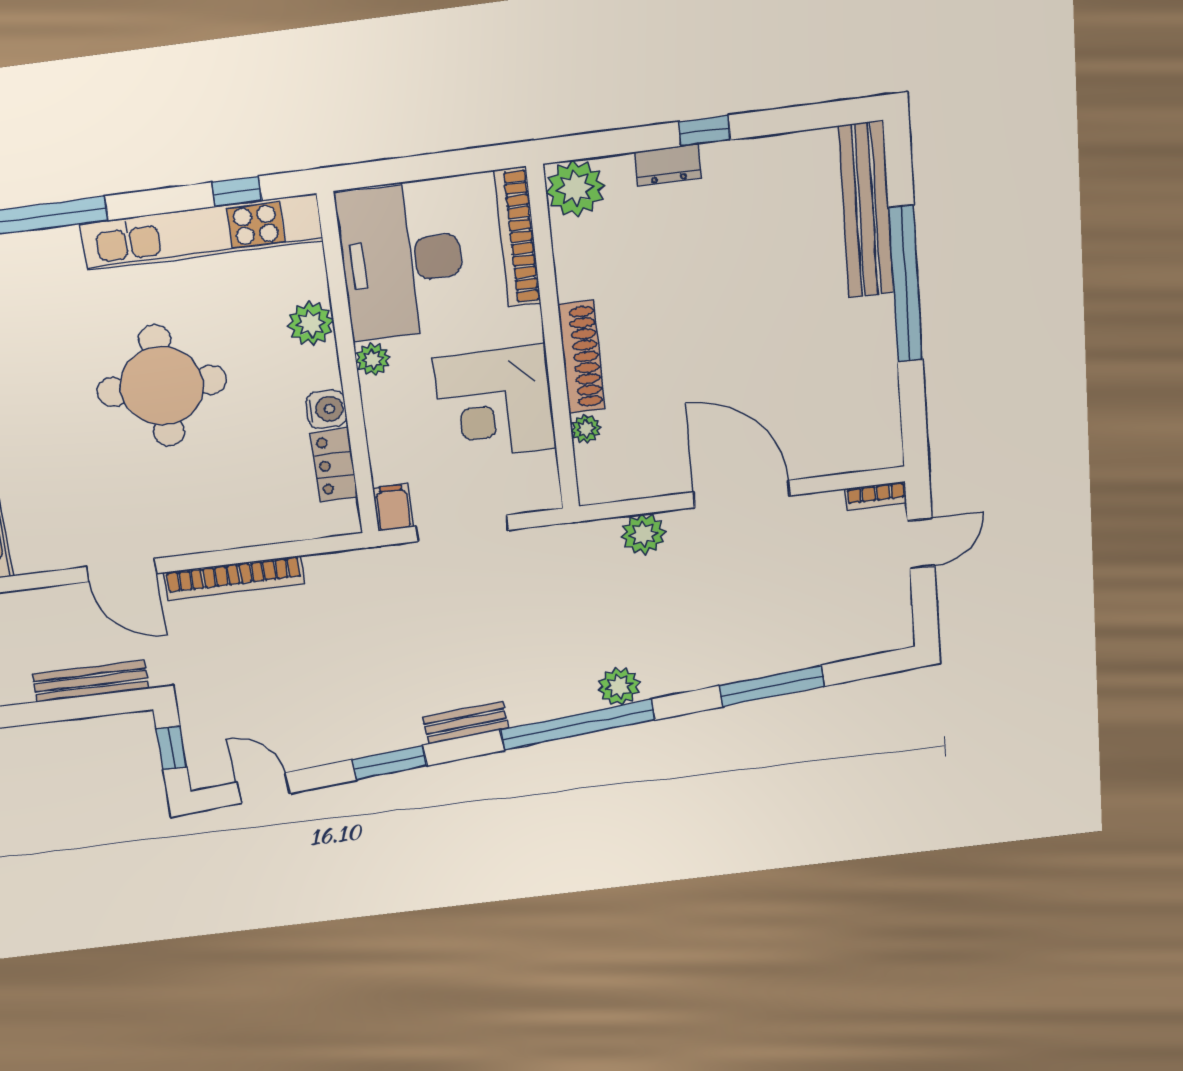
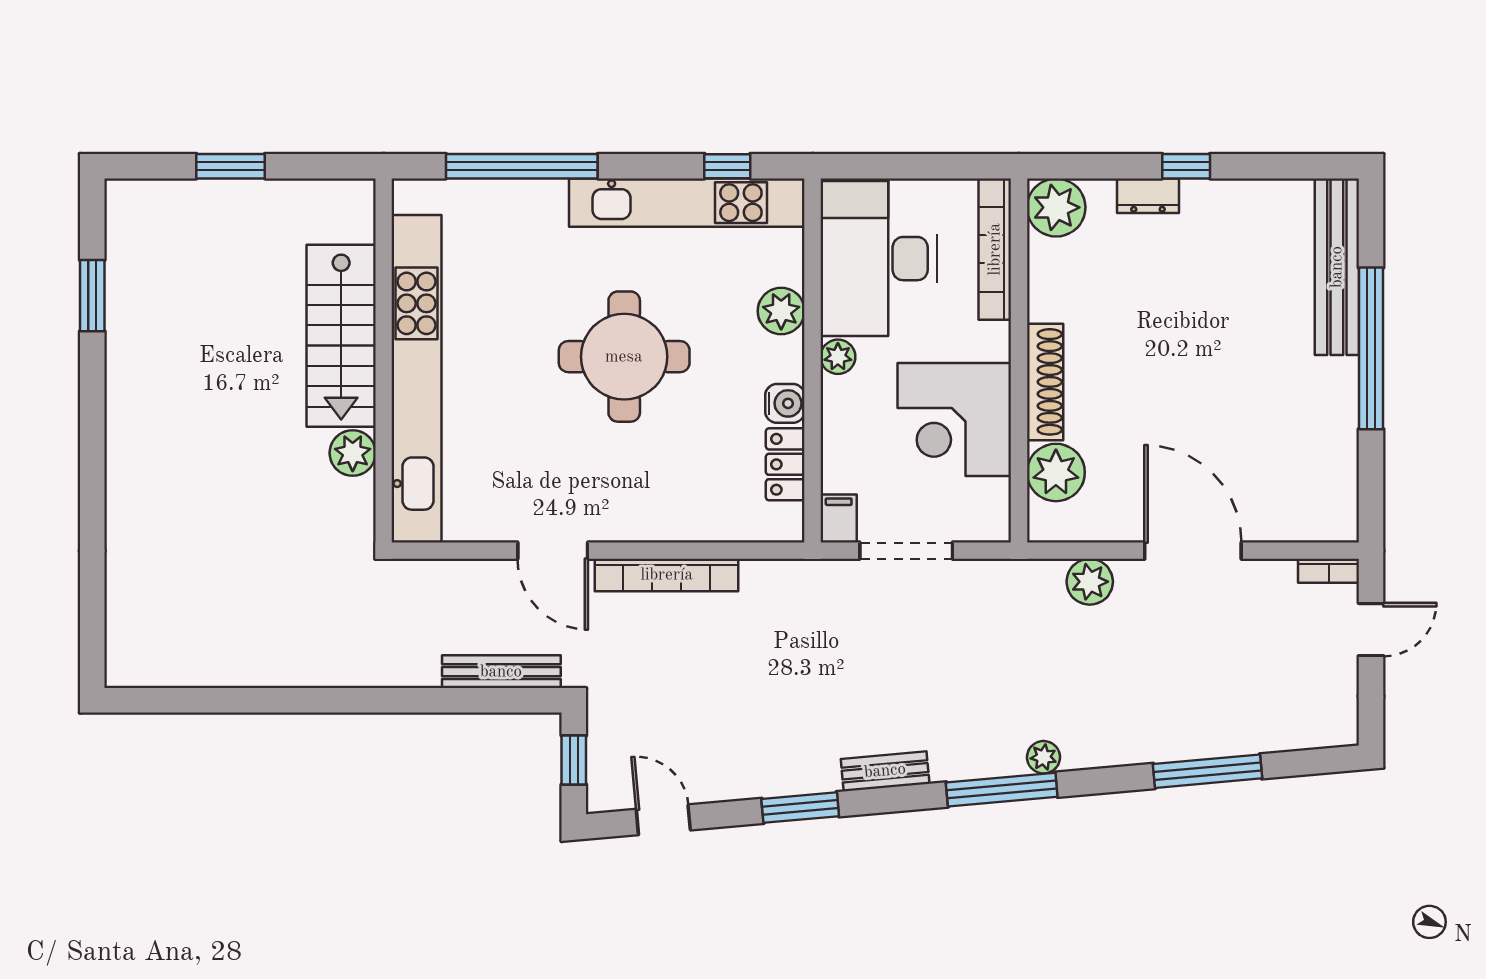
plant: (586, 429) -> (1056, 472), width x1.88, depth x1.88
plant: (619, 686) -> (1043, 757), width x0.73, depth x0.73
window: (577, 725) -> (1002, 790), width x0.68

